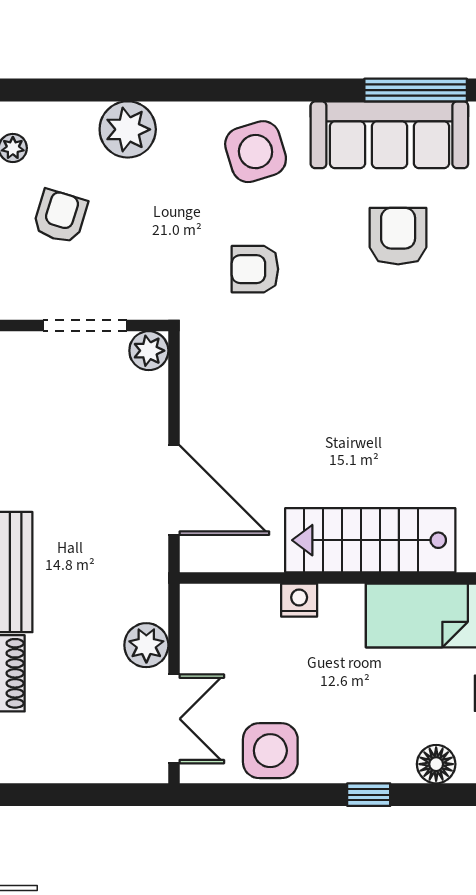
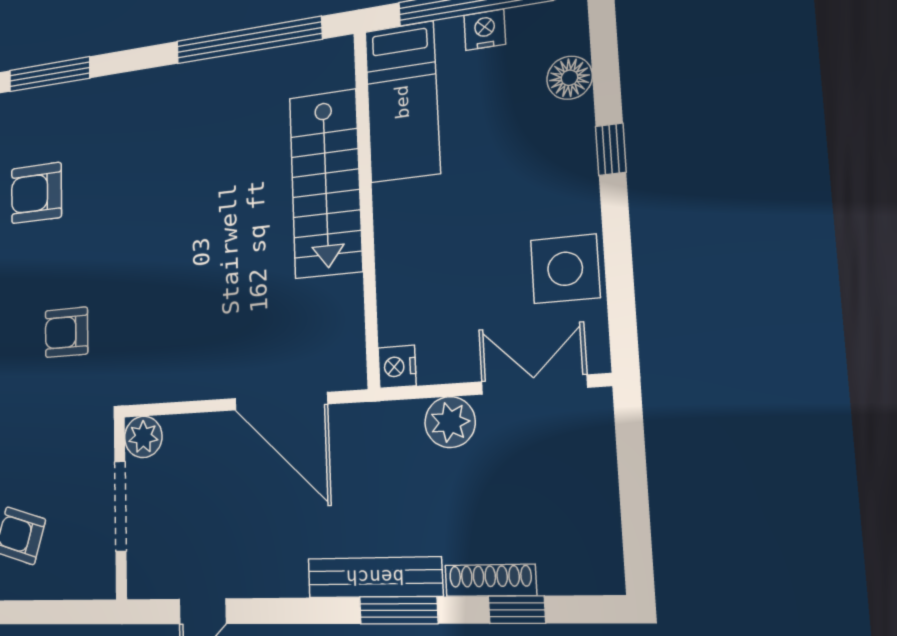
armchair: (255, 269) -> (66, 332), turned 90
door: (174, 490) -> (281, 401), swing flipped
nightstand: (299, 600) -> (397, 367), moved

